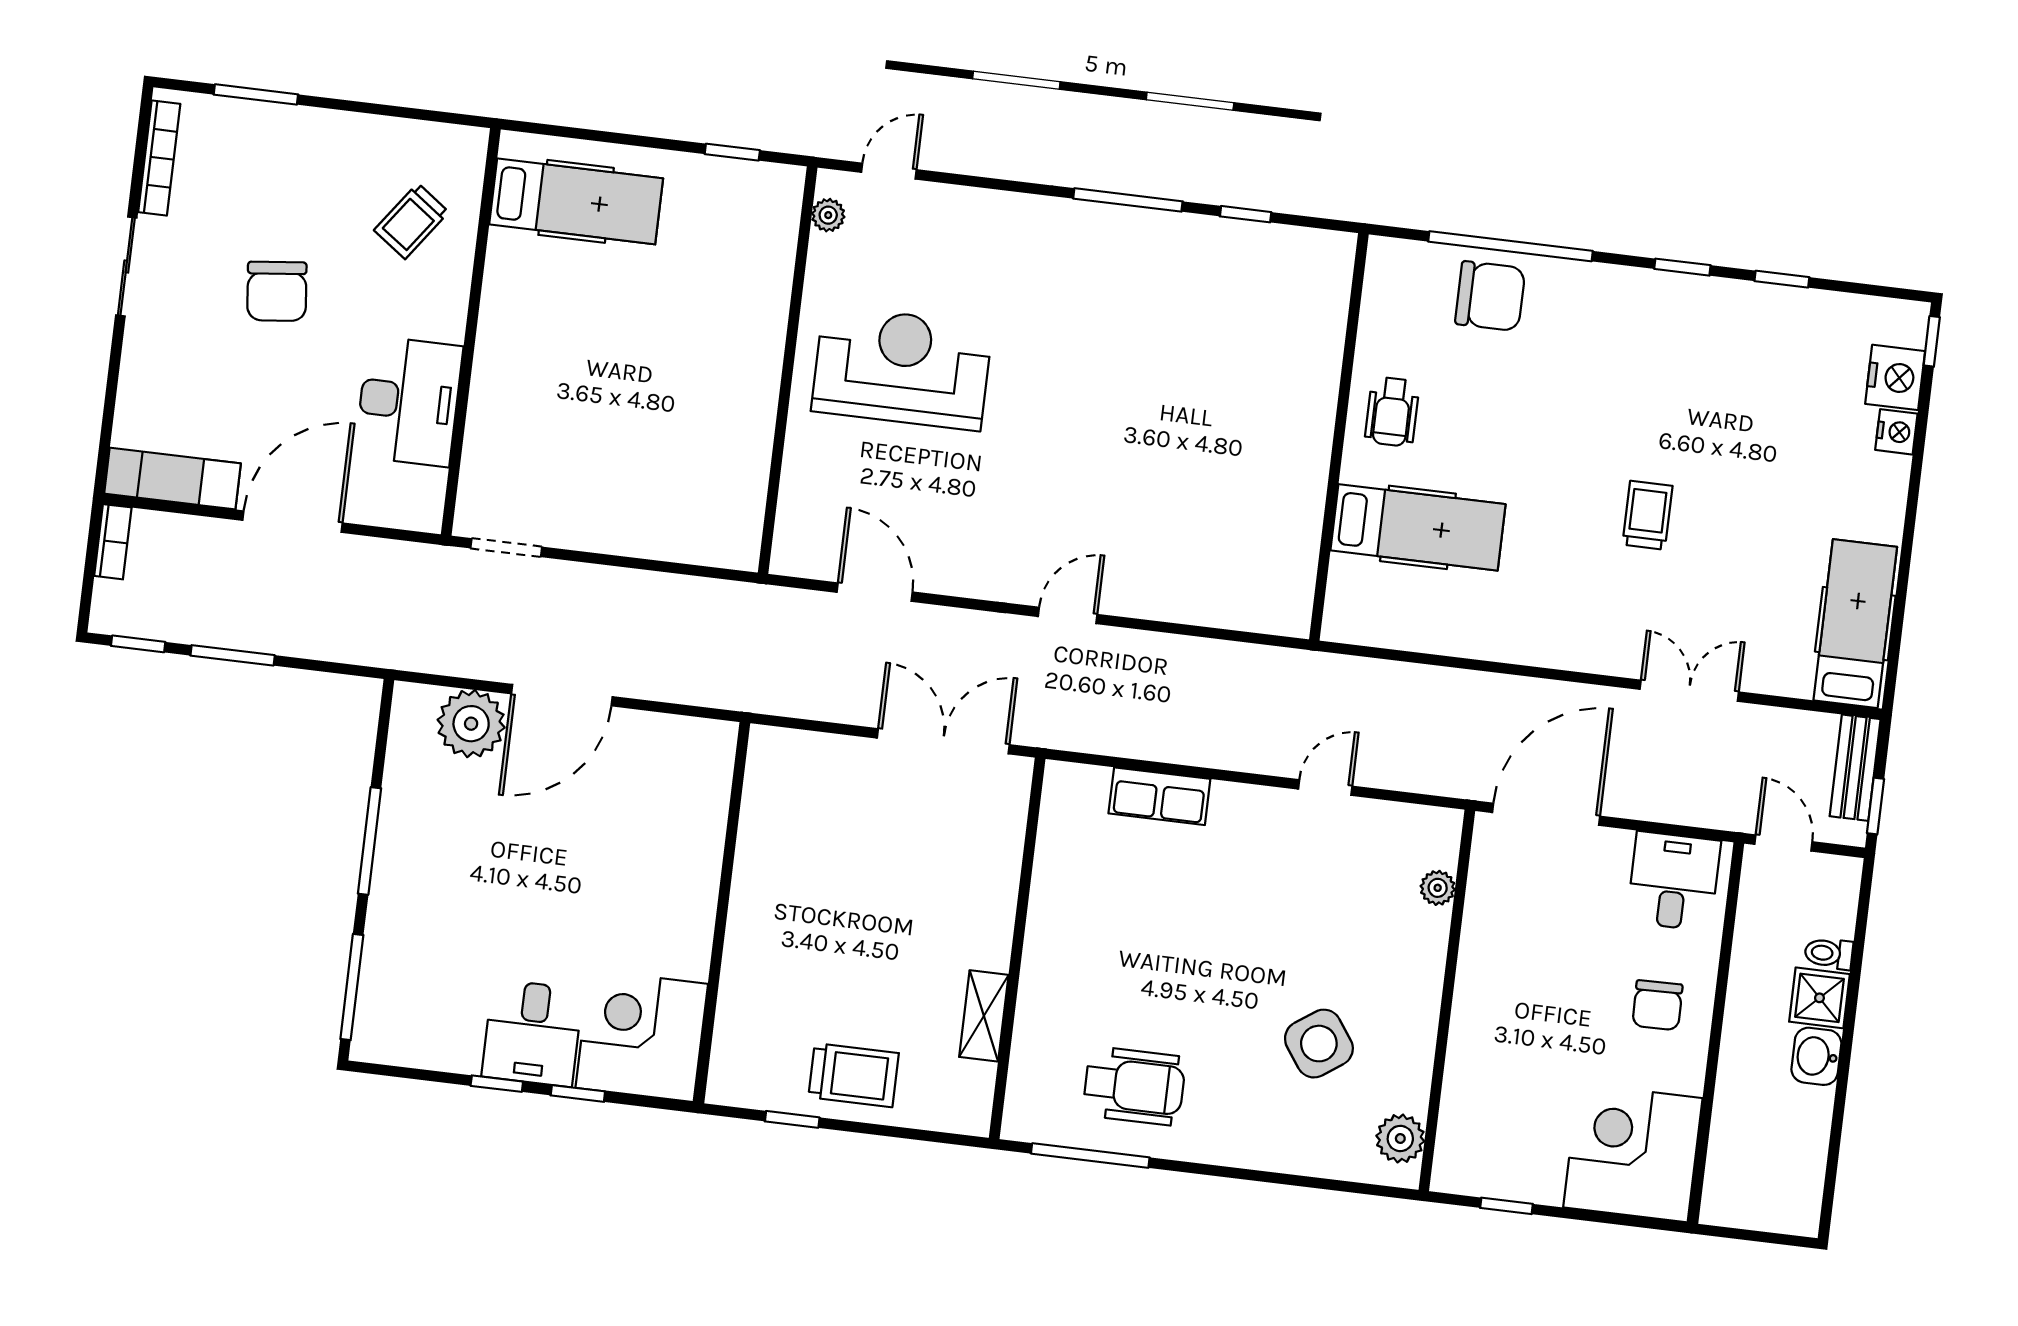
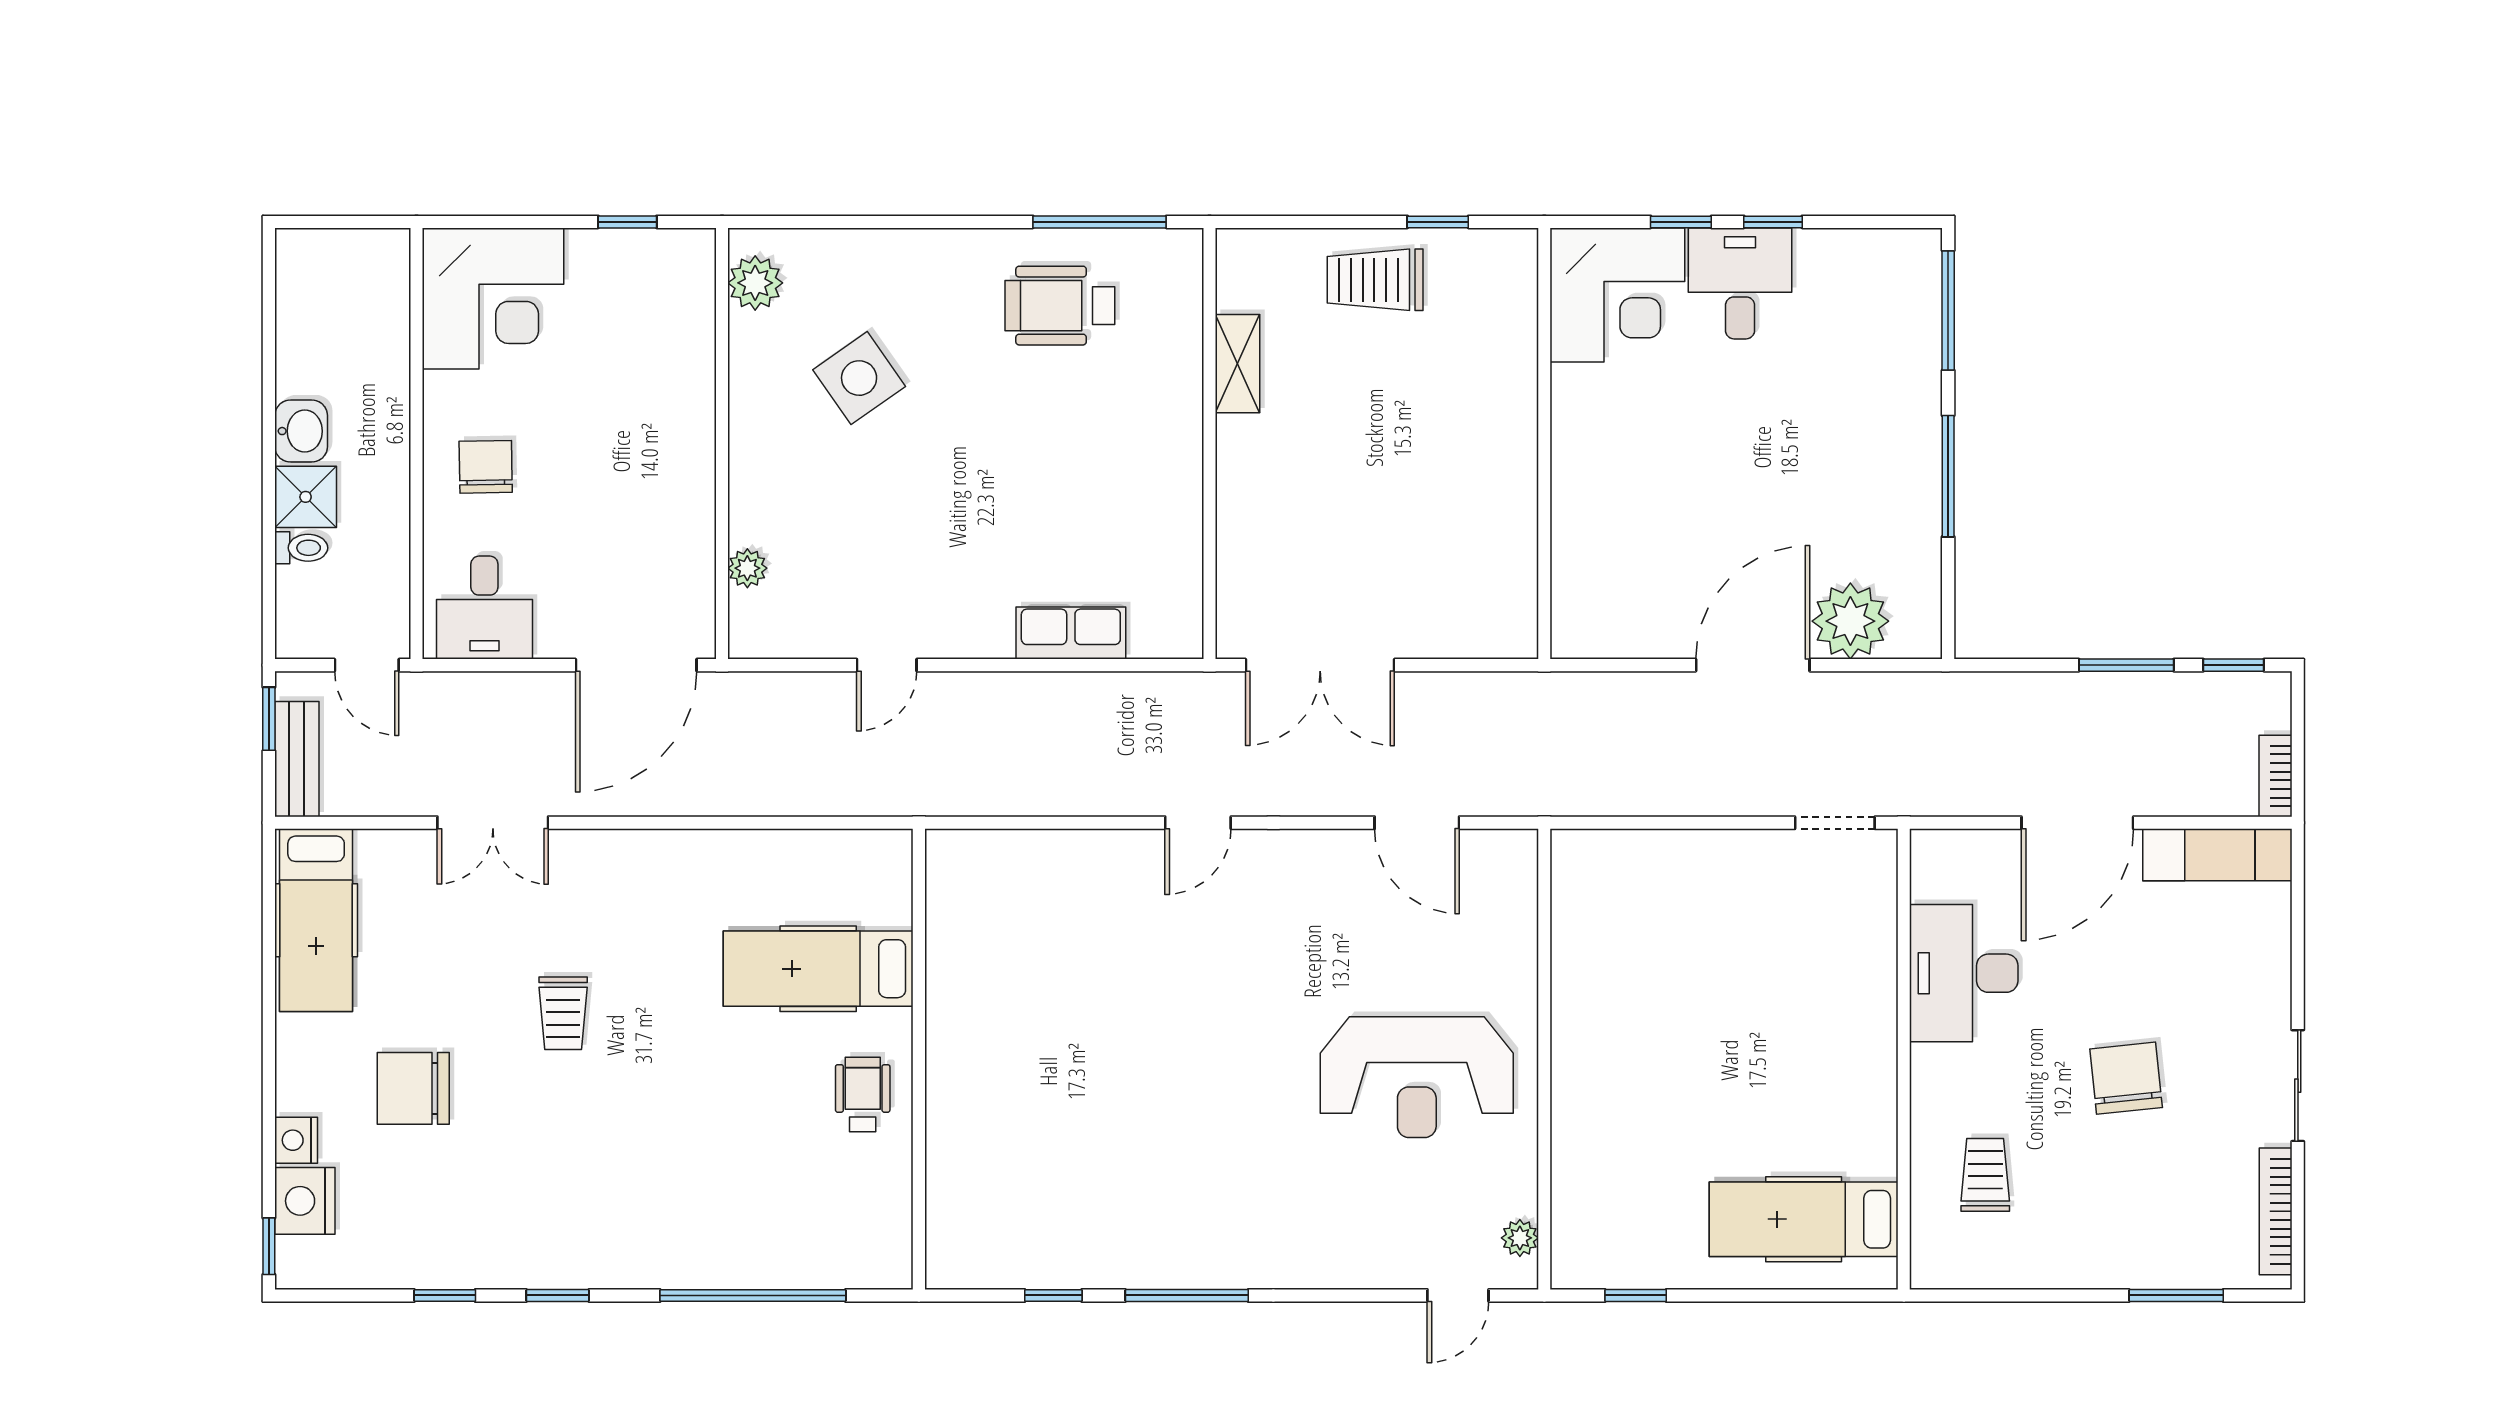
trolley: (411, 221) -> (1985, 1175), turned -36
chair: (1490, 296) -> (413, 1088), moved

